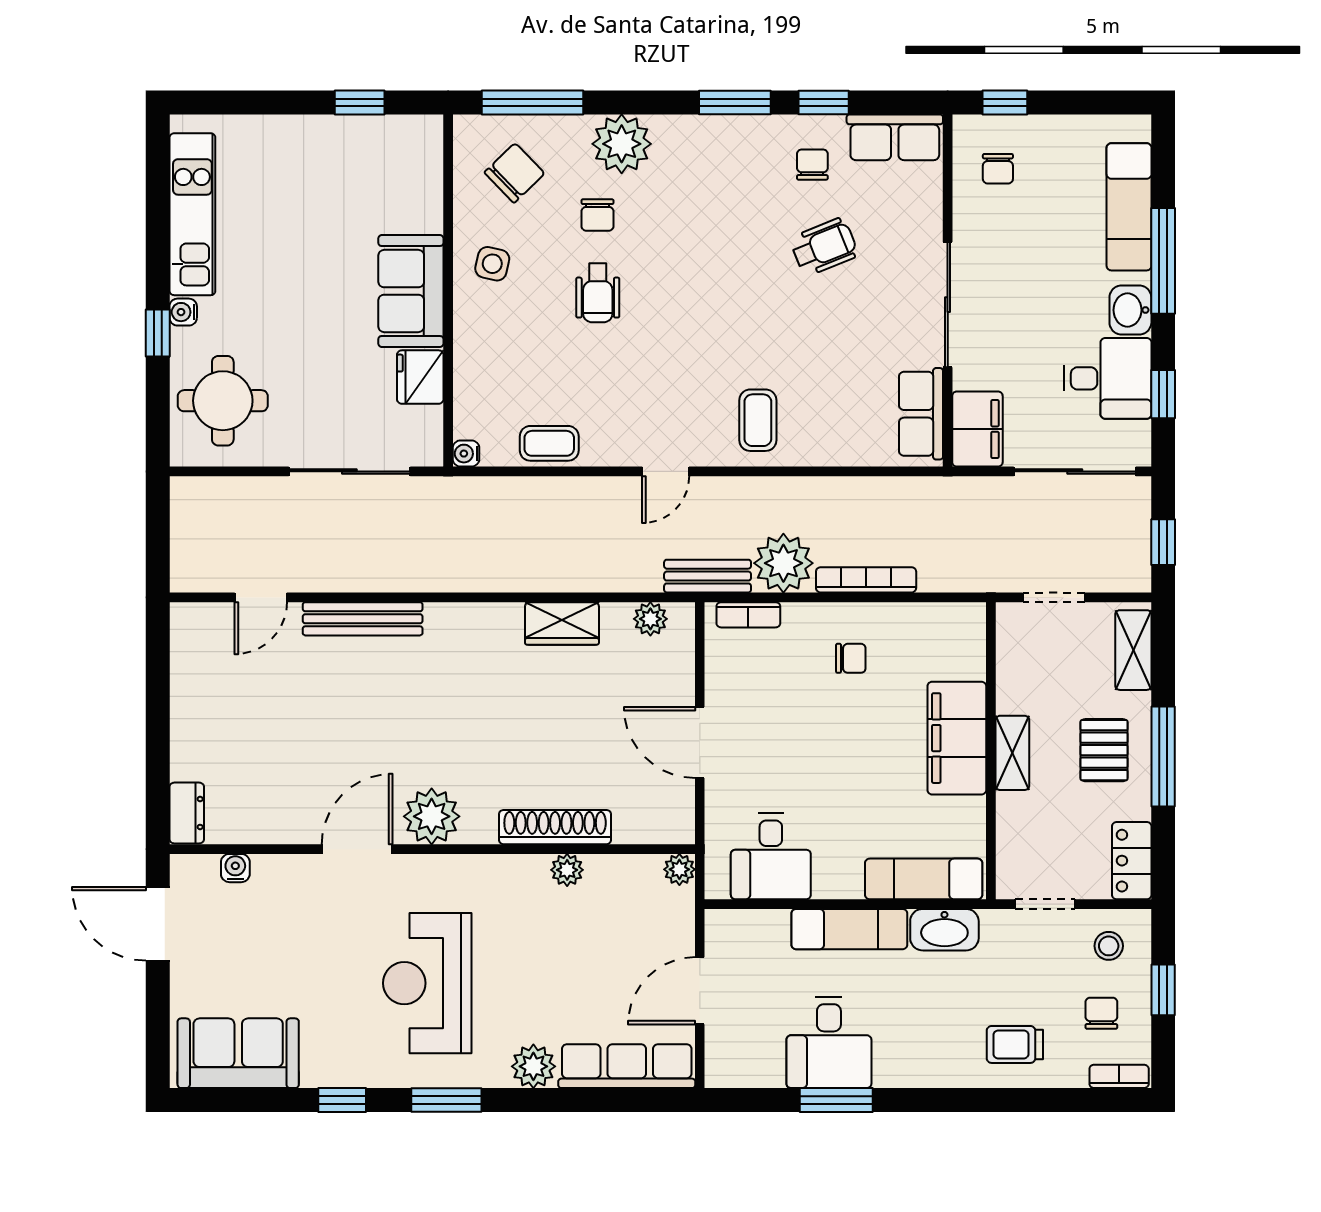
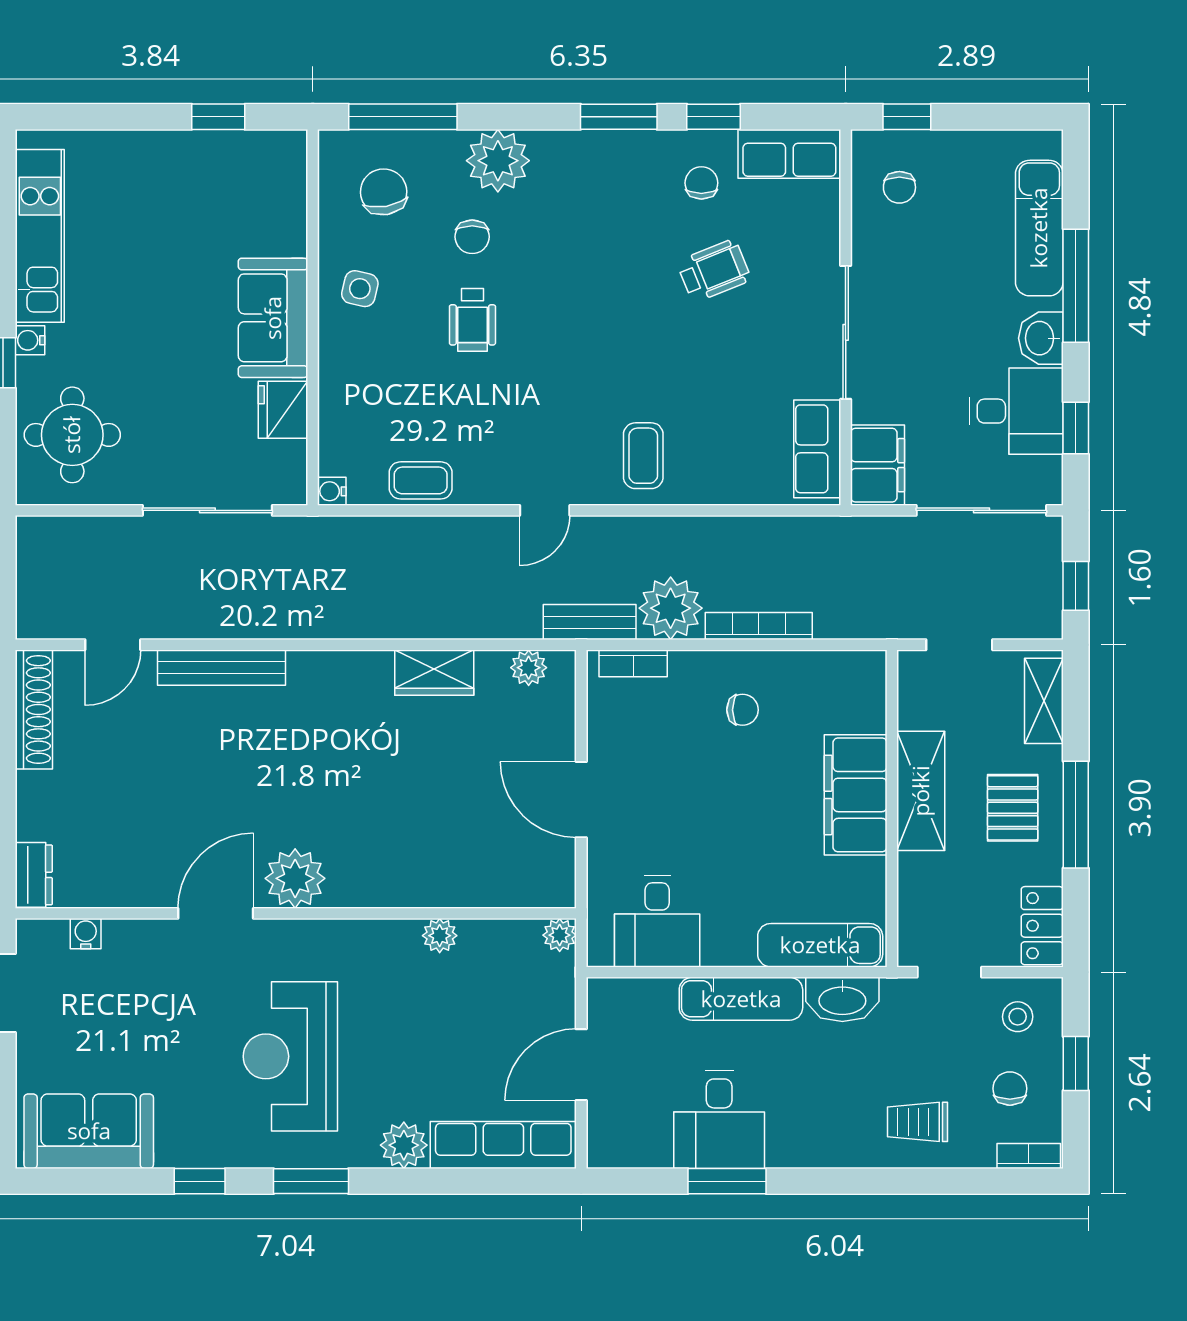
chair: (515, 173) -> (384, 192), turned -56
shelving: (1012, 753) -> (921, 791), width x1.50, depth x1.33
shoe rack: (555, 827) -> (34, 709), moved, turned 90

